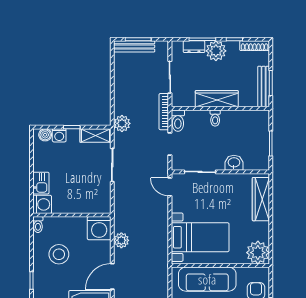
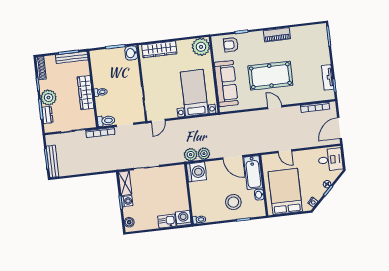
plant: (122, 123) -> (191, 155), moved
washing machine: (59, 135) -> (127, 201), moved
washbasin: (234, 163) -> (131, 53), moved
stool: (59, 254) -> (233, 202), moved

